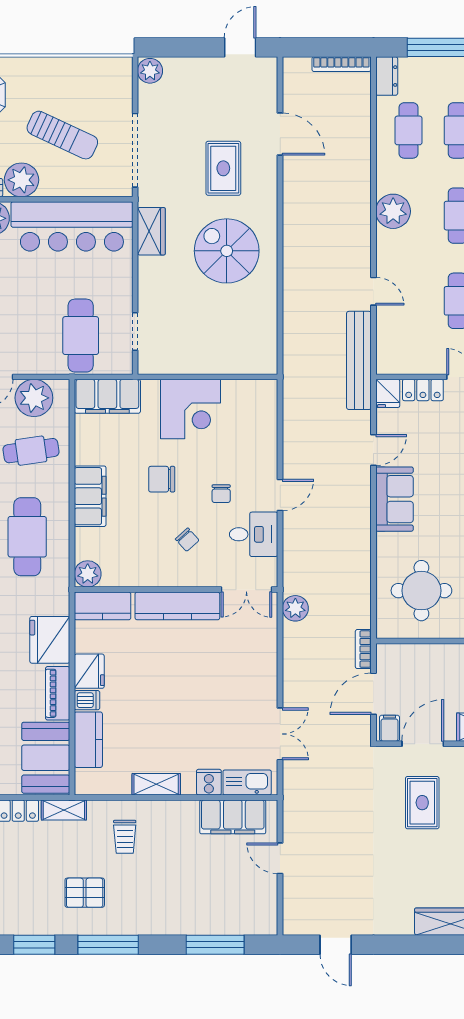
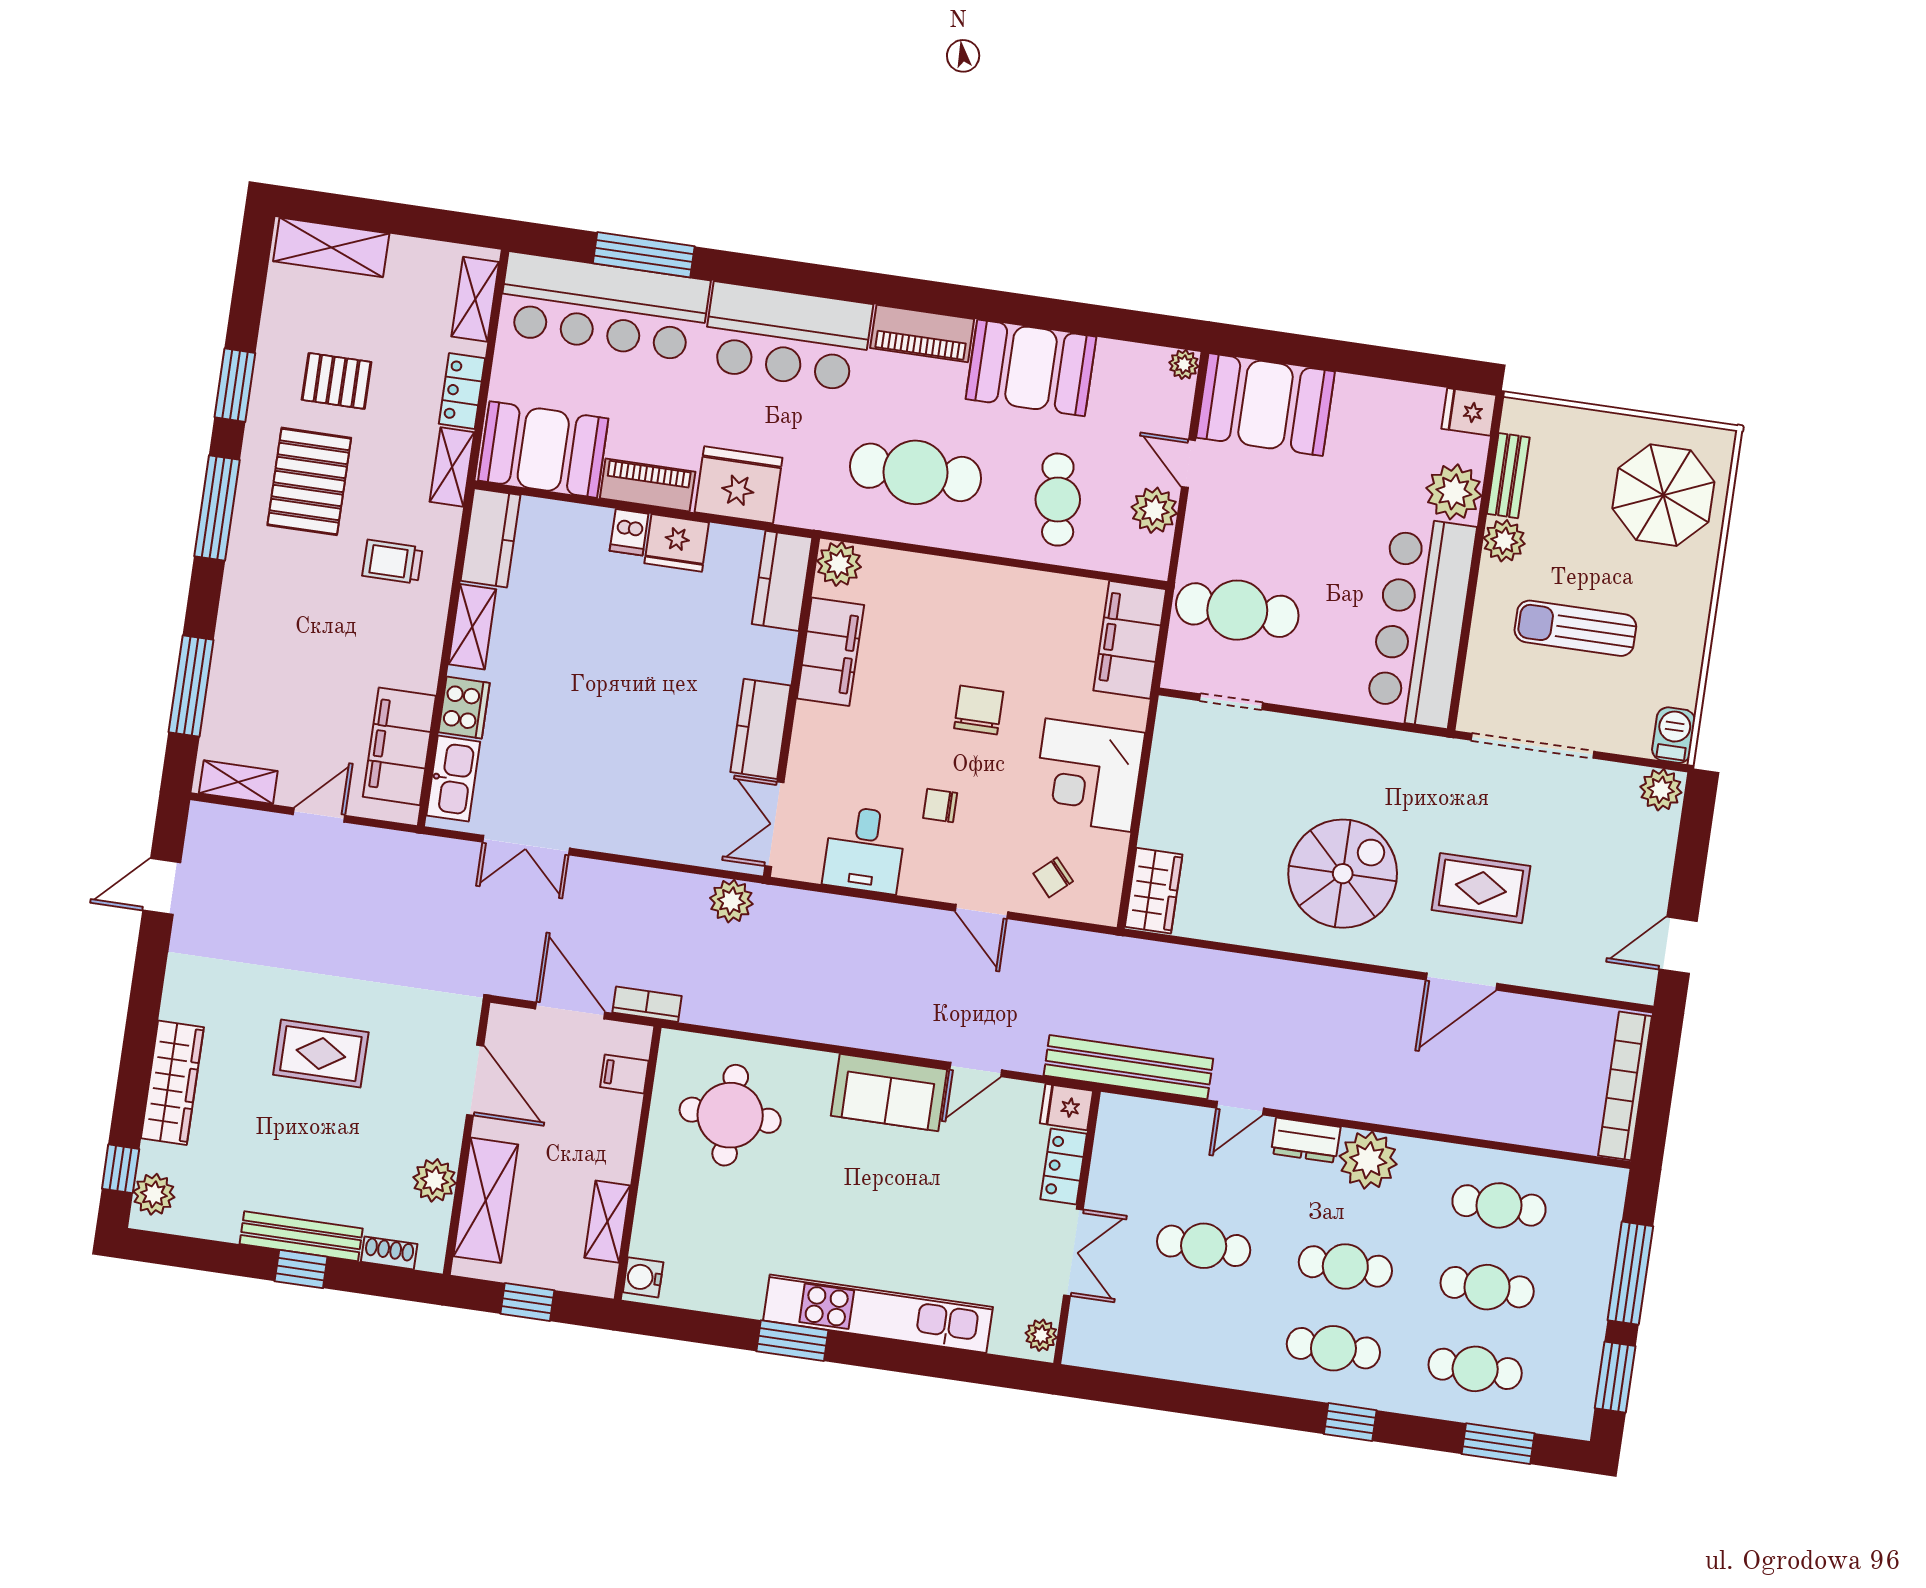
door: (240, 47) -> (1678, 945), swing flipped
bookcase: (341, 64) -> (1625, 1086), width x1.48, depth x1.31
barbecue: (117, 68) -> (1674, 735), added
dresser: (387, 76) -> (1306, 1140), moved
door: (280, 134) -> (1461, 982), moved
sun lounger: (62, 135) -> (1575, 628), turned 65
plant: (21, 180) -> (1504, 541), width x0.73, depth x0.73
wardrobe: (151, 231) -> (1154, 891), moved, turned -90
plant: (34, 398) -> (1154, 510), width x0.73, depth x0.73
door: (373, 450) -> (976, 1070), hinge flipped
door: (280, 495) -> (981, 912), moved
filing cabinet: (90, 496) -> (830, 652), moved, turned -90
chair: (187, 540) -> (1053, 877), moved
kitchen counter: (177, 606) -> (761, 729), width x0.67
filing cabinet: (389, 728) -> (624, 1074), moved, turned 180
kitchen counter: (88, 740) -> (490, 538), moved, turned -90
cooker: (209, 782) -> (464, 708), width x1.36
rug: (422, 803) -> (321, 1054), moved
pallet: (23, 885) -> (337, 381), added
pallet: (85, 893) -> (309, 481), width x1.50, depth x1.42
shelving: (268, 909) -> (238, 782), added

